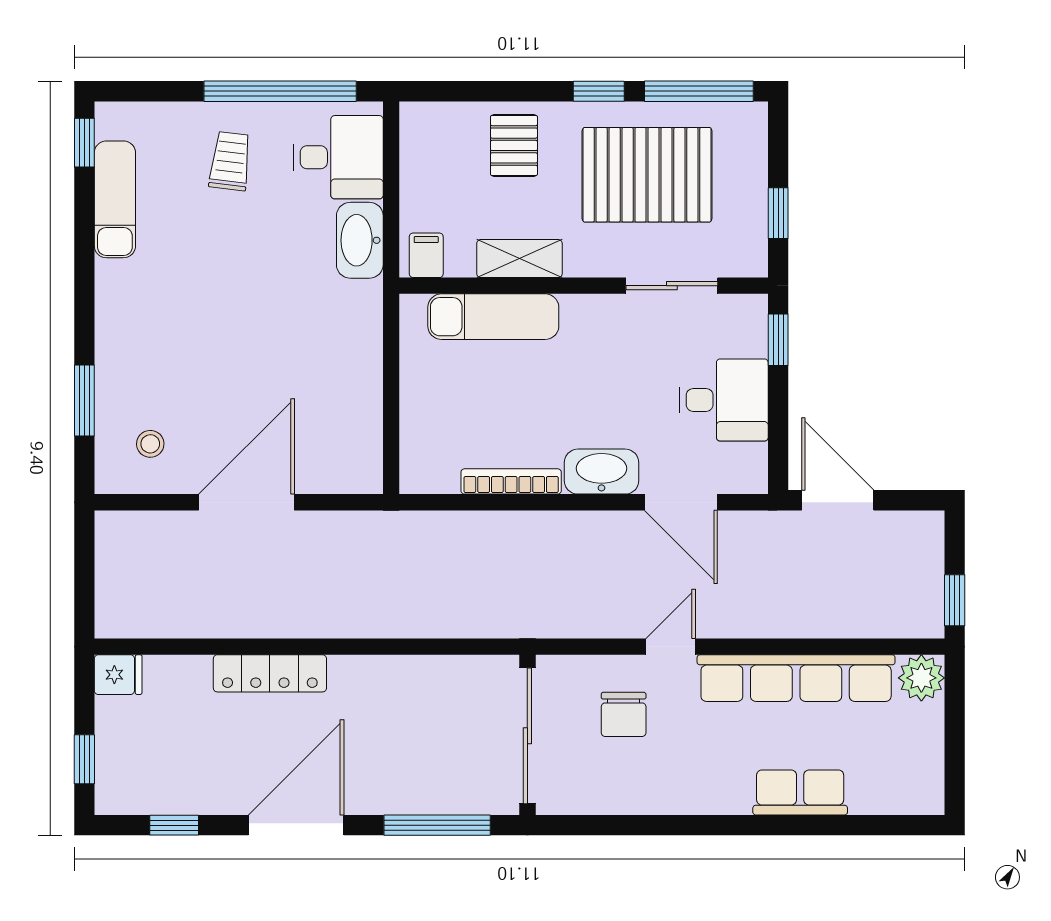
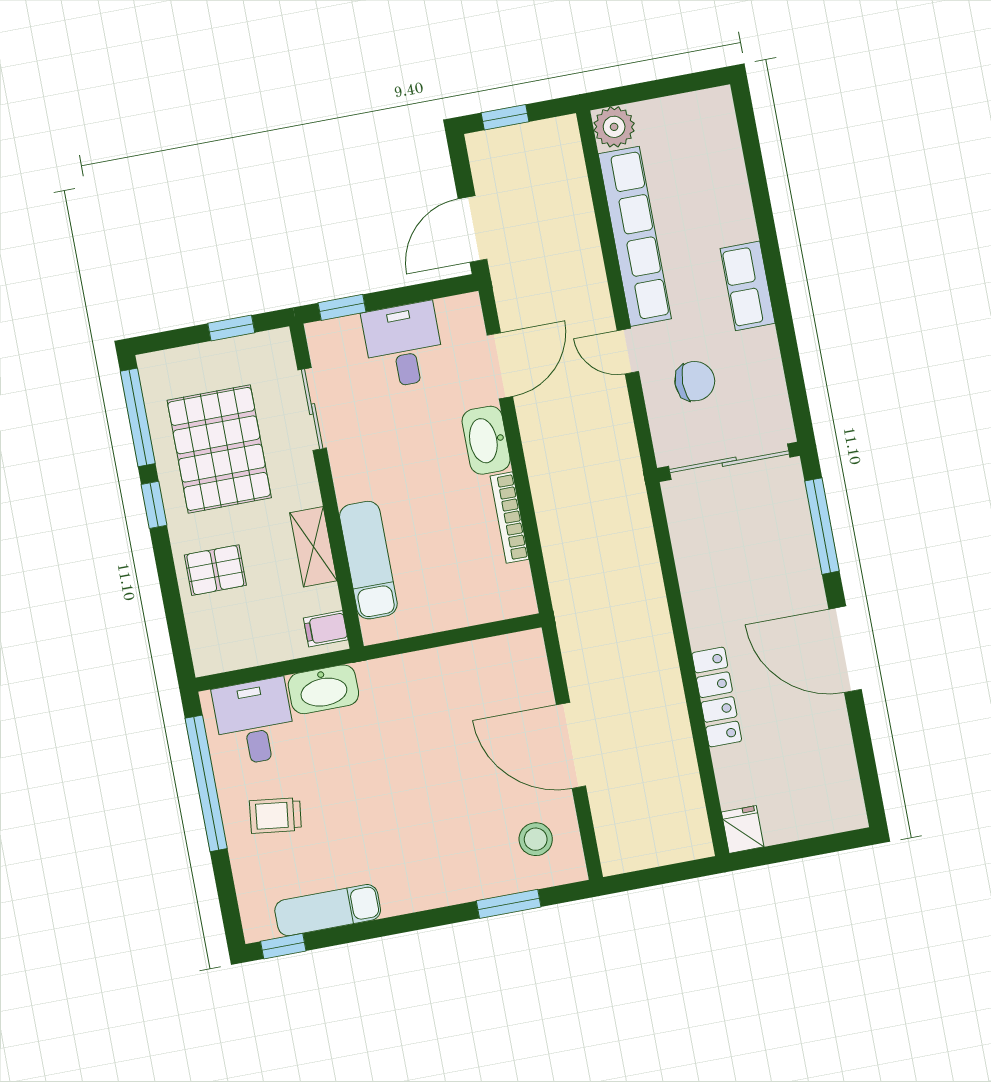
stool: (150, 444) -> (536, 839), width x1.37, depth x1.37
window: (955, 600) -> (505, 117), moved
window: (84, 759) -> (822, 845), removed
row of seats: (800, 792) -> (748, 286), moved
window: (174, 825) -> (865, 756), removed

